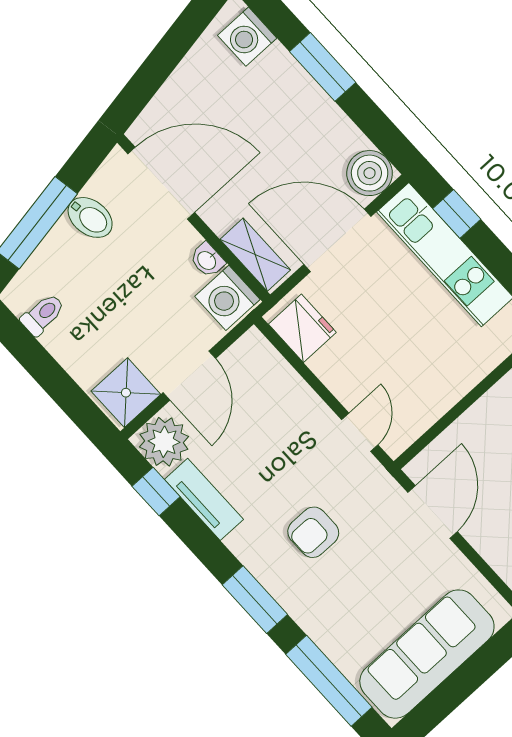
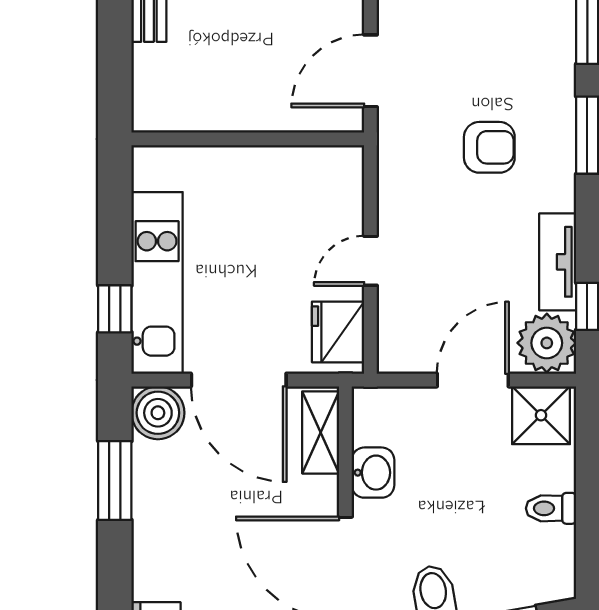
window: (323, 67) -> (115, 480), moved
washbasin: (207, 260) -> (373, 473), width x1.38, depth x1.45
washing machine: (227, 298) -> (379, 417), removed
toilet: (43, 314) -> (551, 508), moved
door: (360, 432) -> (370, 261), moved

